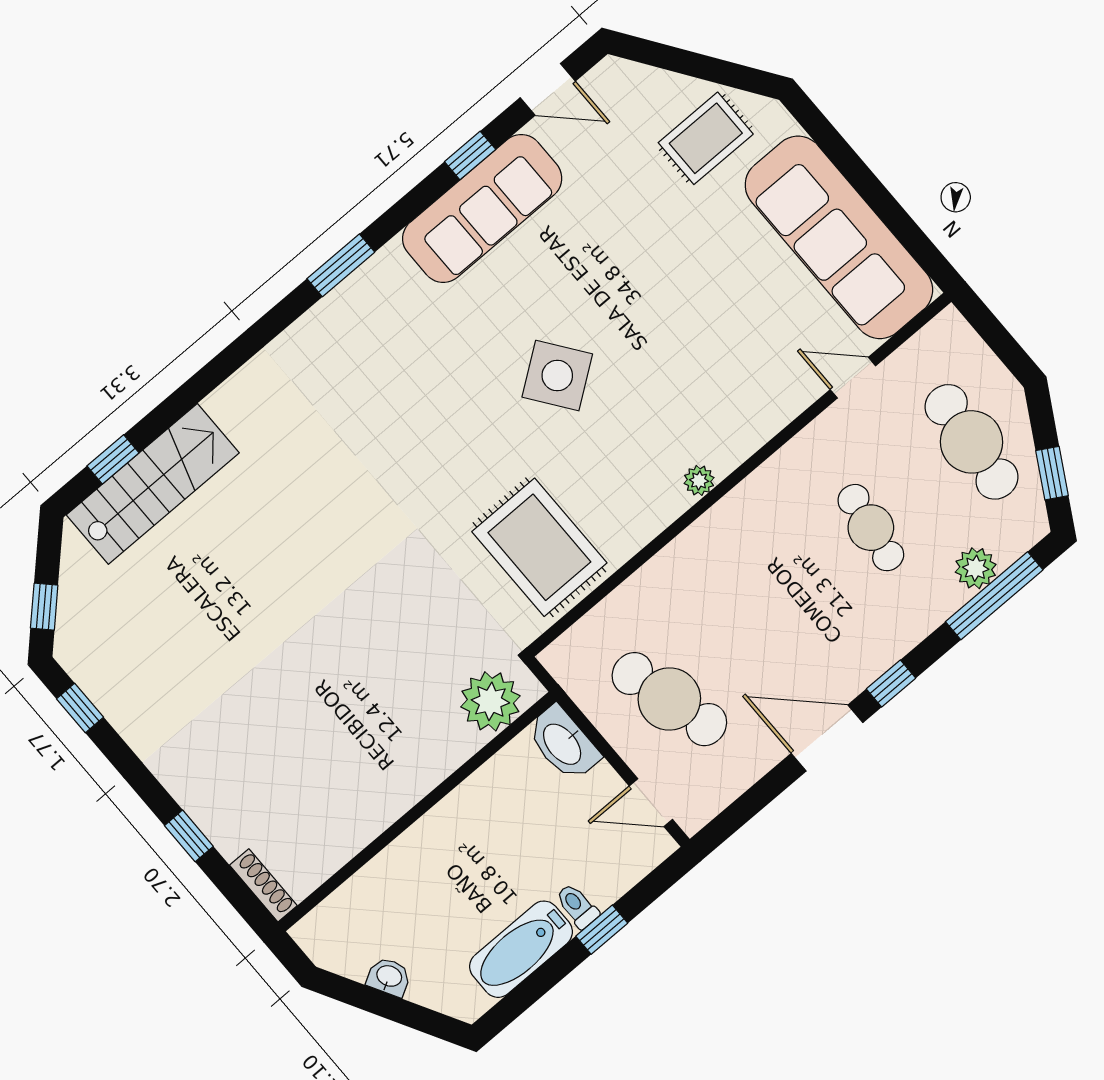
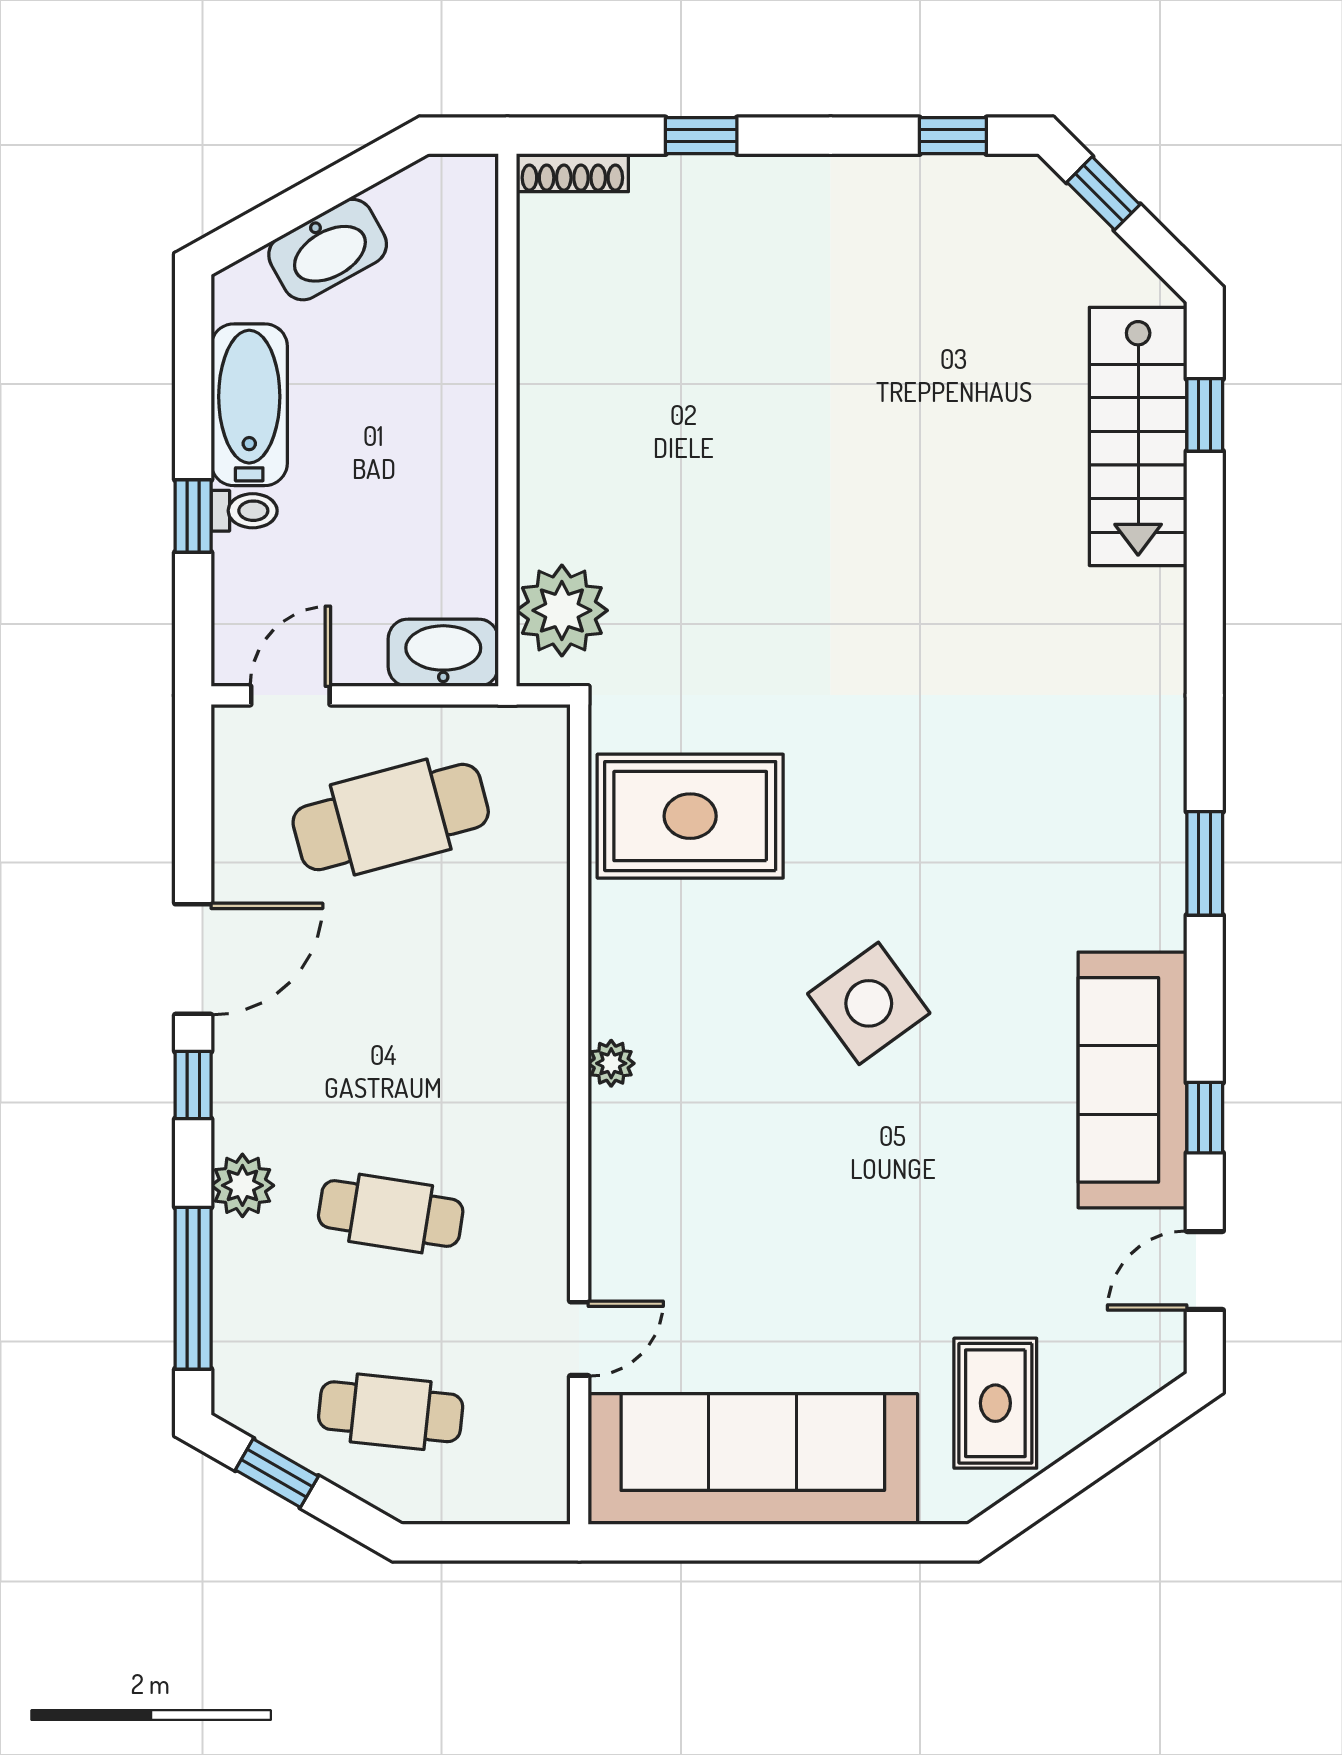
cafe table: (972, 442) -> (391, 1412), width x0.73, depth x0.74
plant: (976, 568) -> (242, 1185), moved
washbasin: (389, 977) -> (328, 250), width x1.91, depth x1.45

